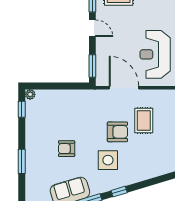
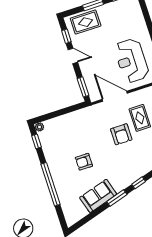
armchair: (117, 132) -> (121, 134), turned 90
side table: (108, 160) -> (121, 160), removed
window: (22, 161) -> (51, 184), width x2.11

